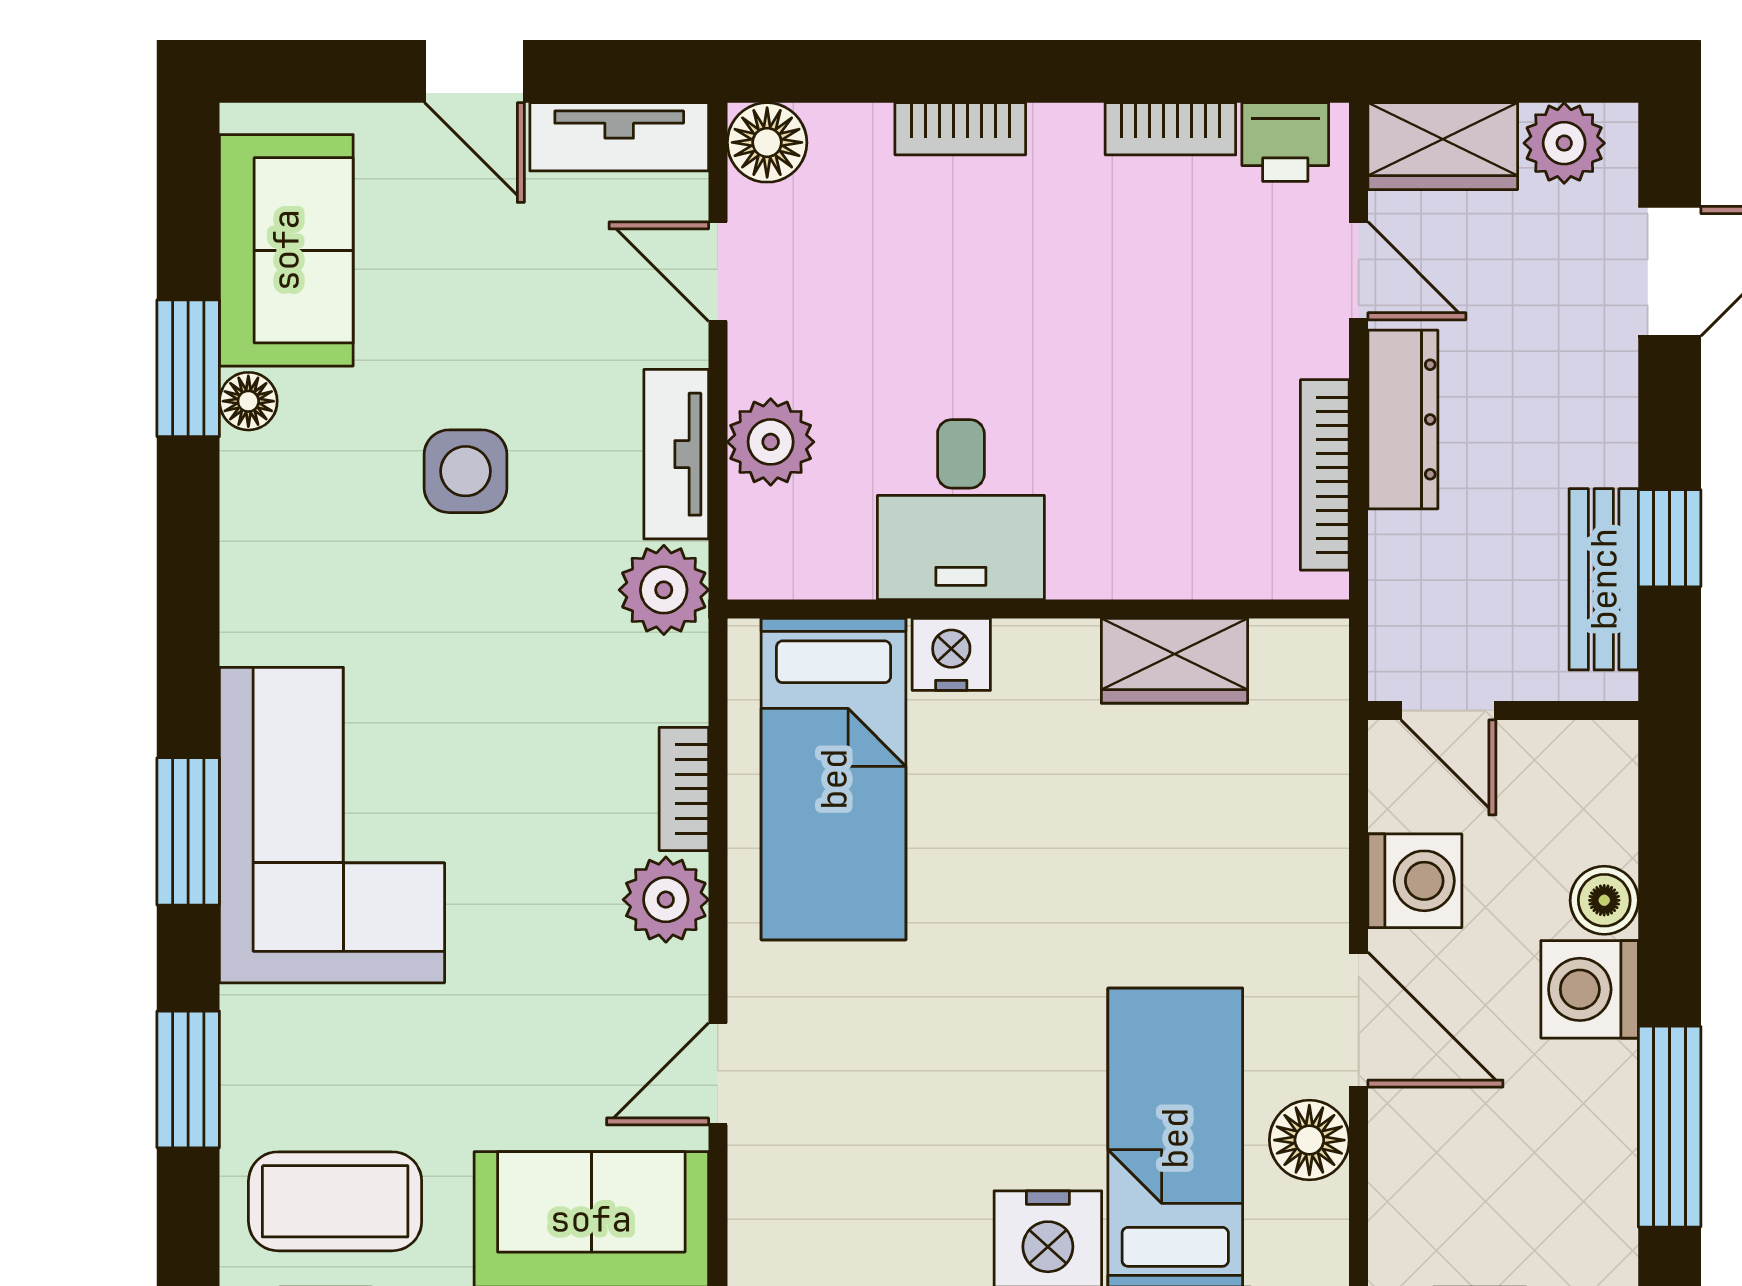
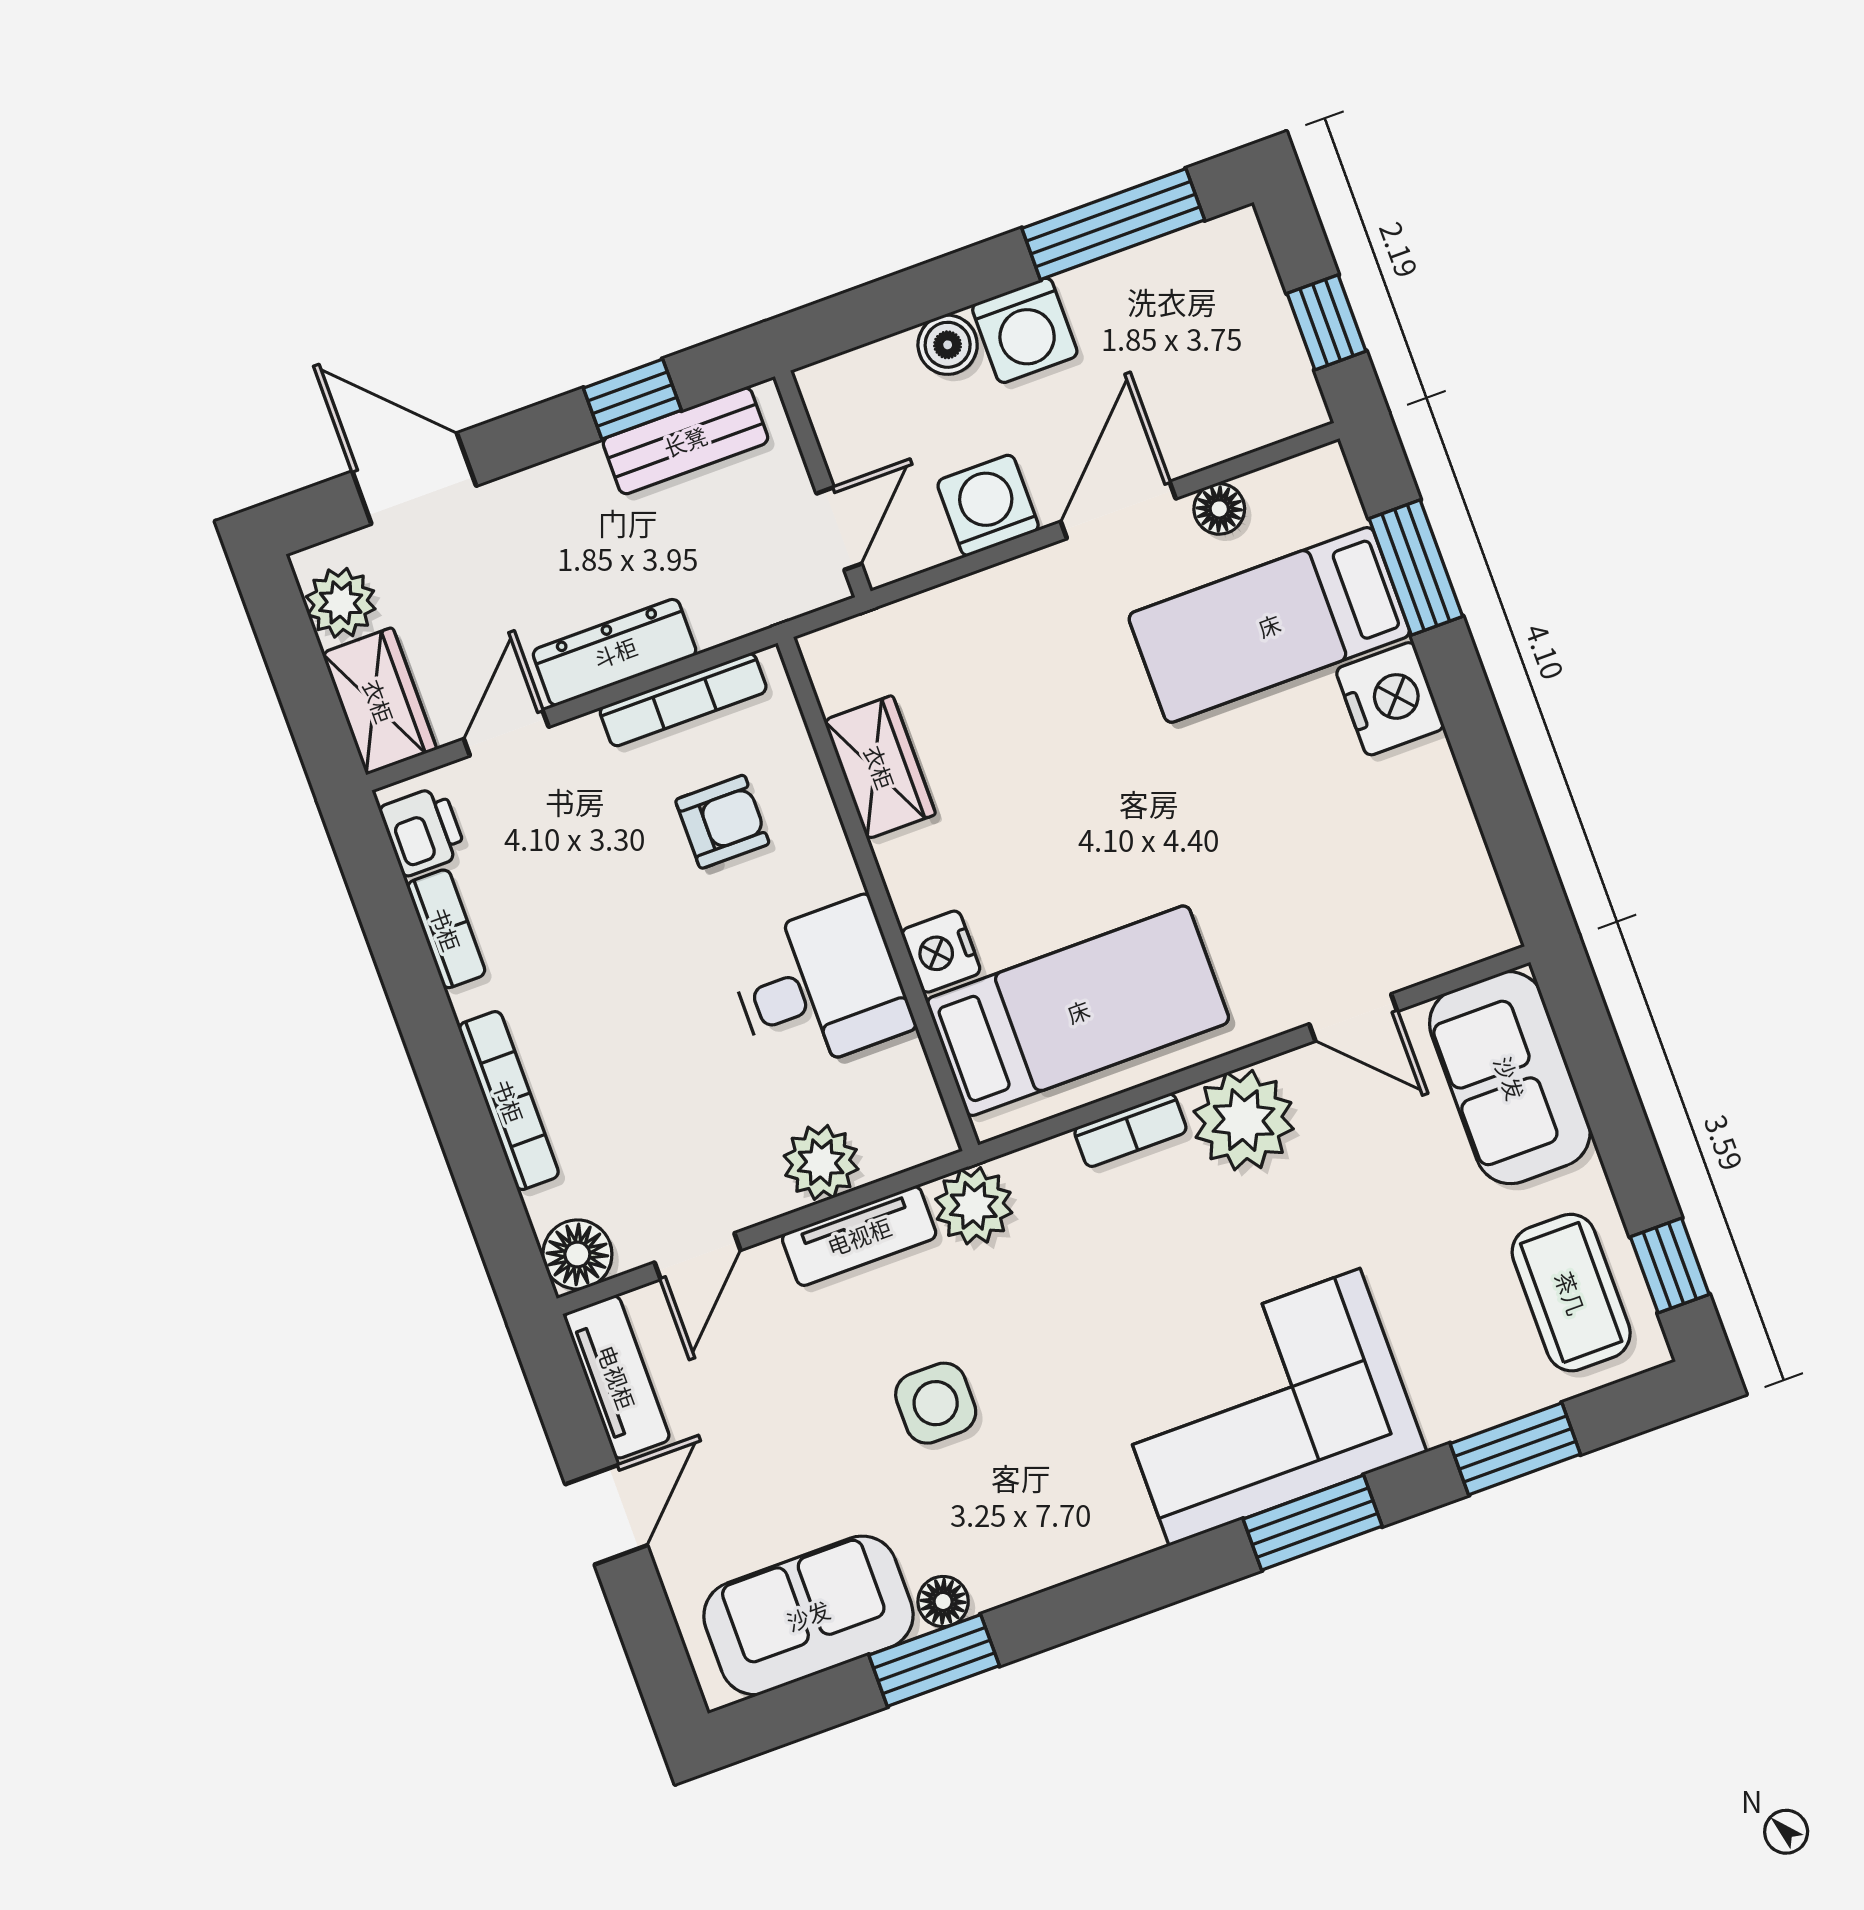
bookcase: (960, 129) -> (509, 1101), width x1.56
armchair: (1178, 469) -> (722, 822), added
plant: (666, 900) -> (1244, 1120), width x1.36, depth x1.36
floor lamp: (1309, 1140) -> (1219, 509), width x0.73, depth x0.73

